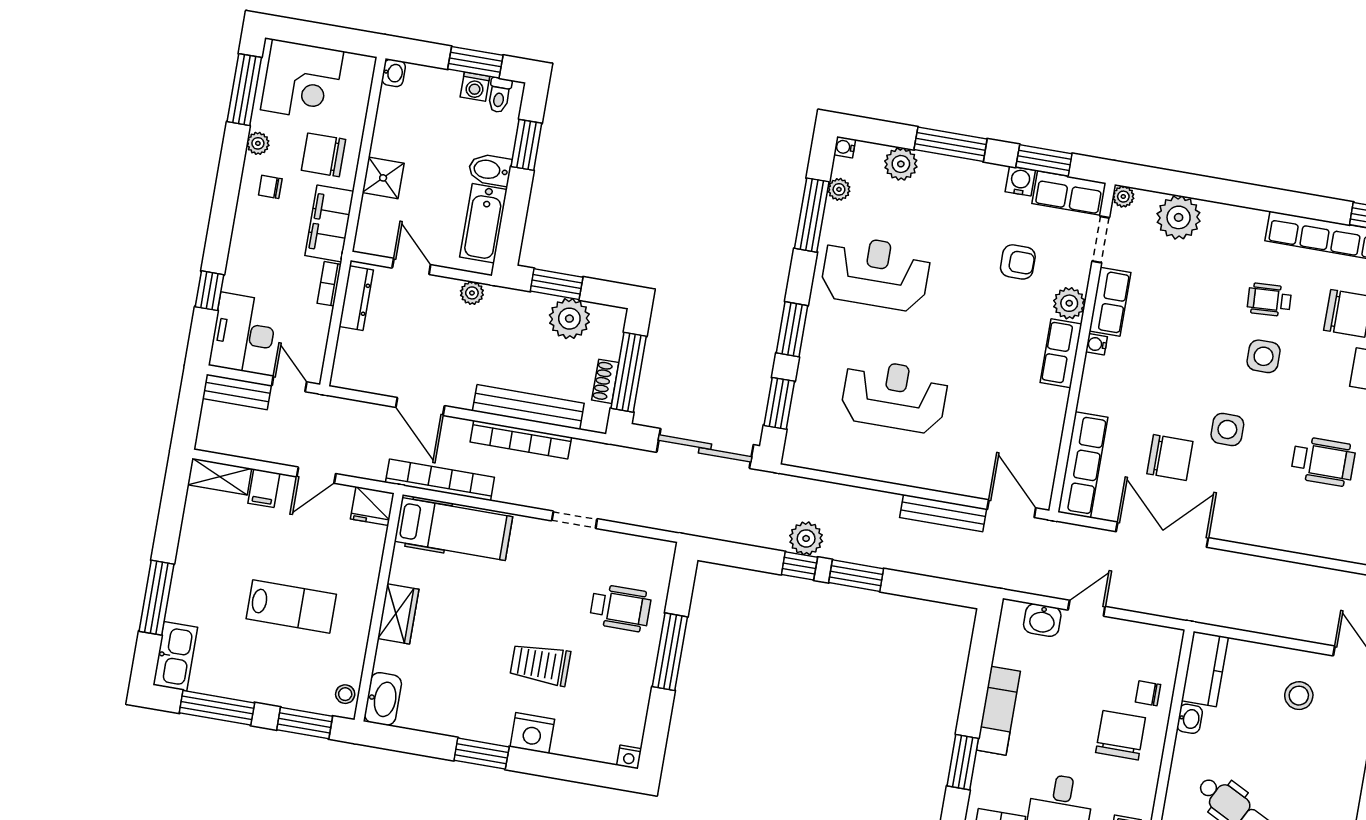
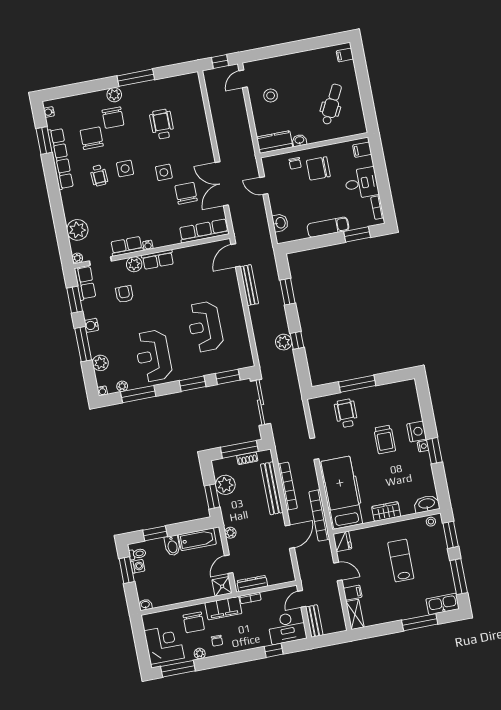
shower: (383, 178) -> (222, 586), moved
water cooler: (1020, 181) -> (91, 325), moved
hospital bed: (454, 529) -> (342, 493), width x1.37, depth x1.29
window: (856, 576) -> (288, 292), moved
door: (1087, 608) -> (264, 186), moved
nightstand: (629, 757) -> (423, 446), moved

